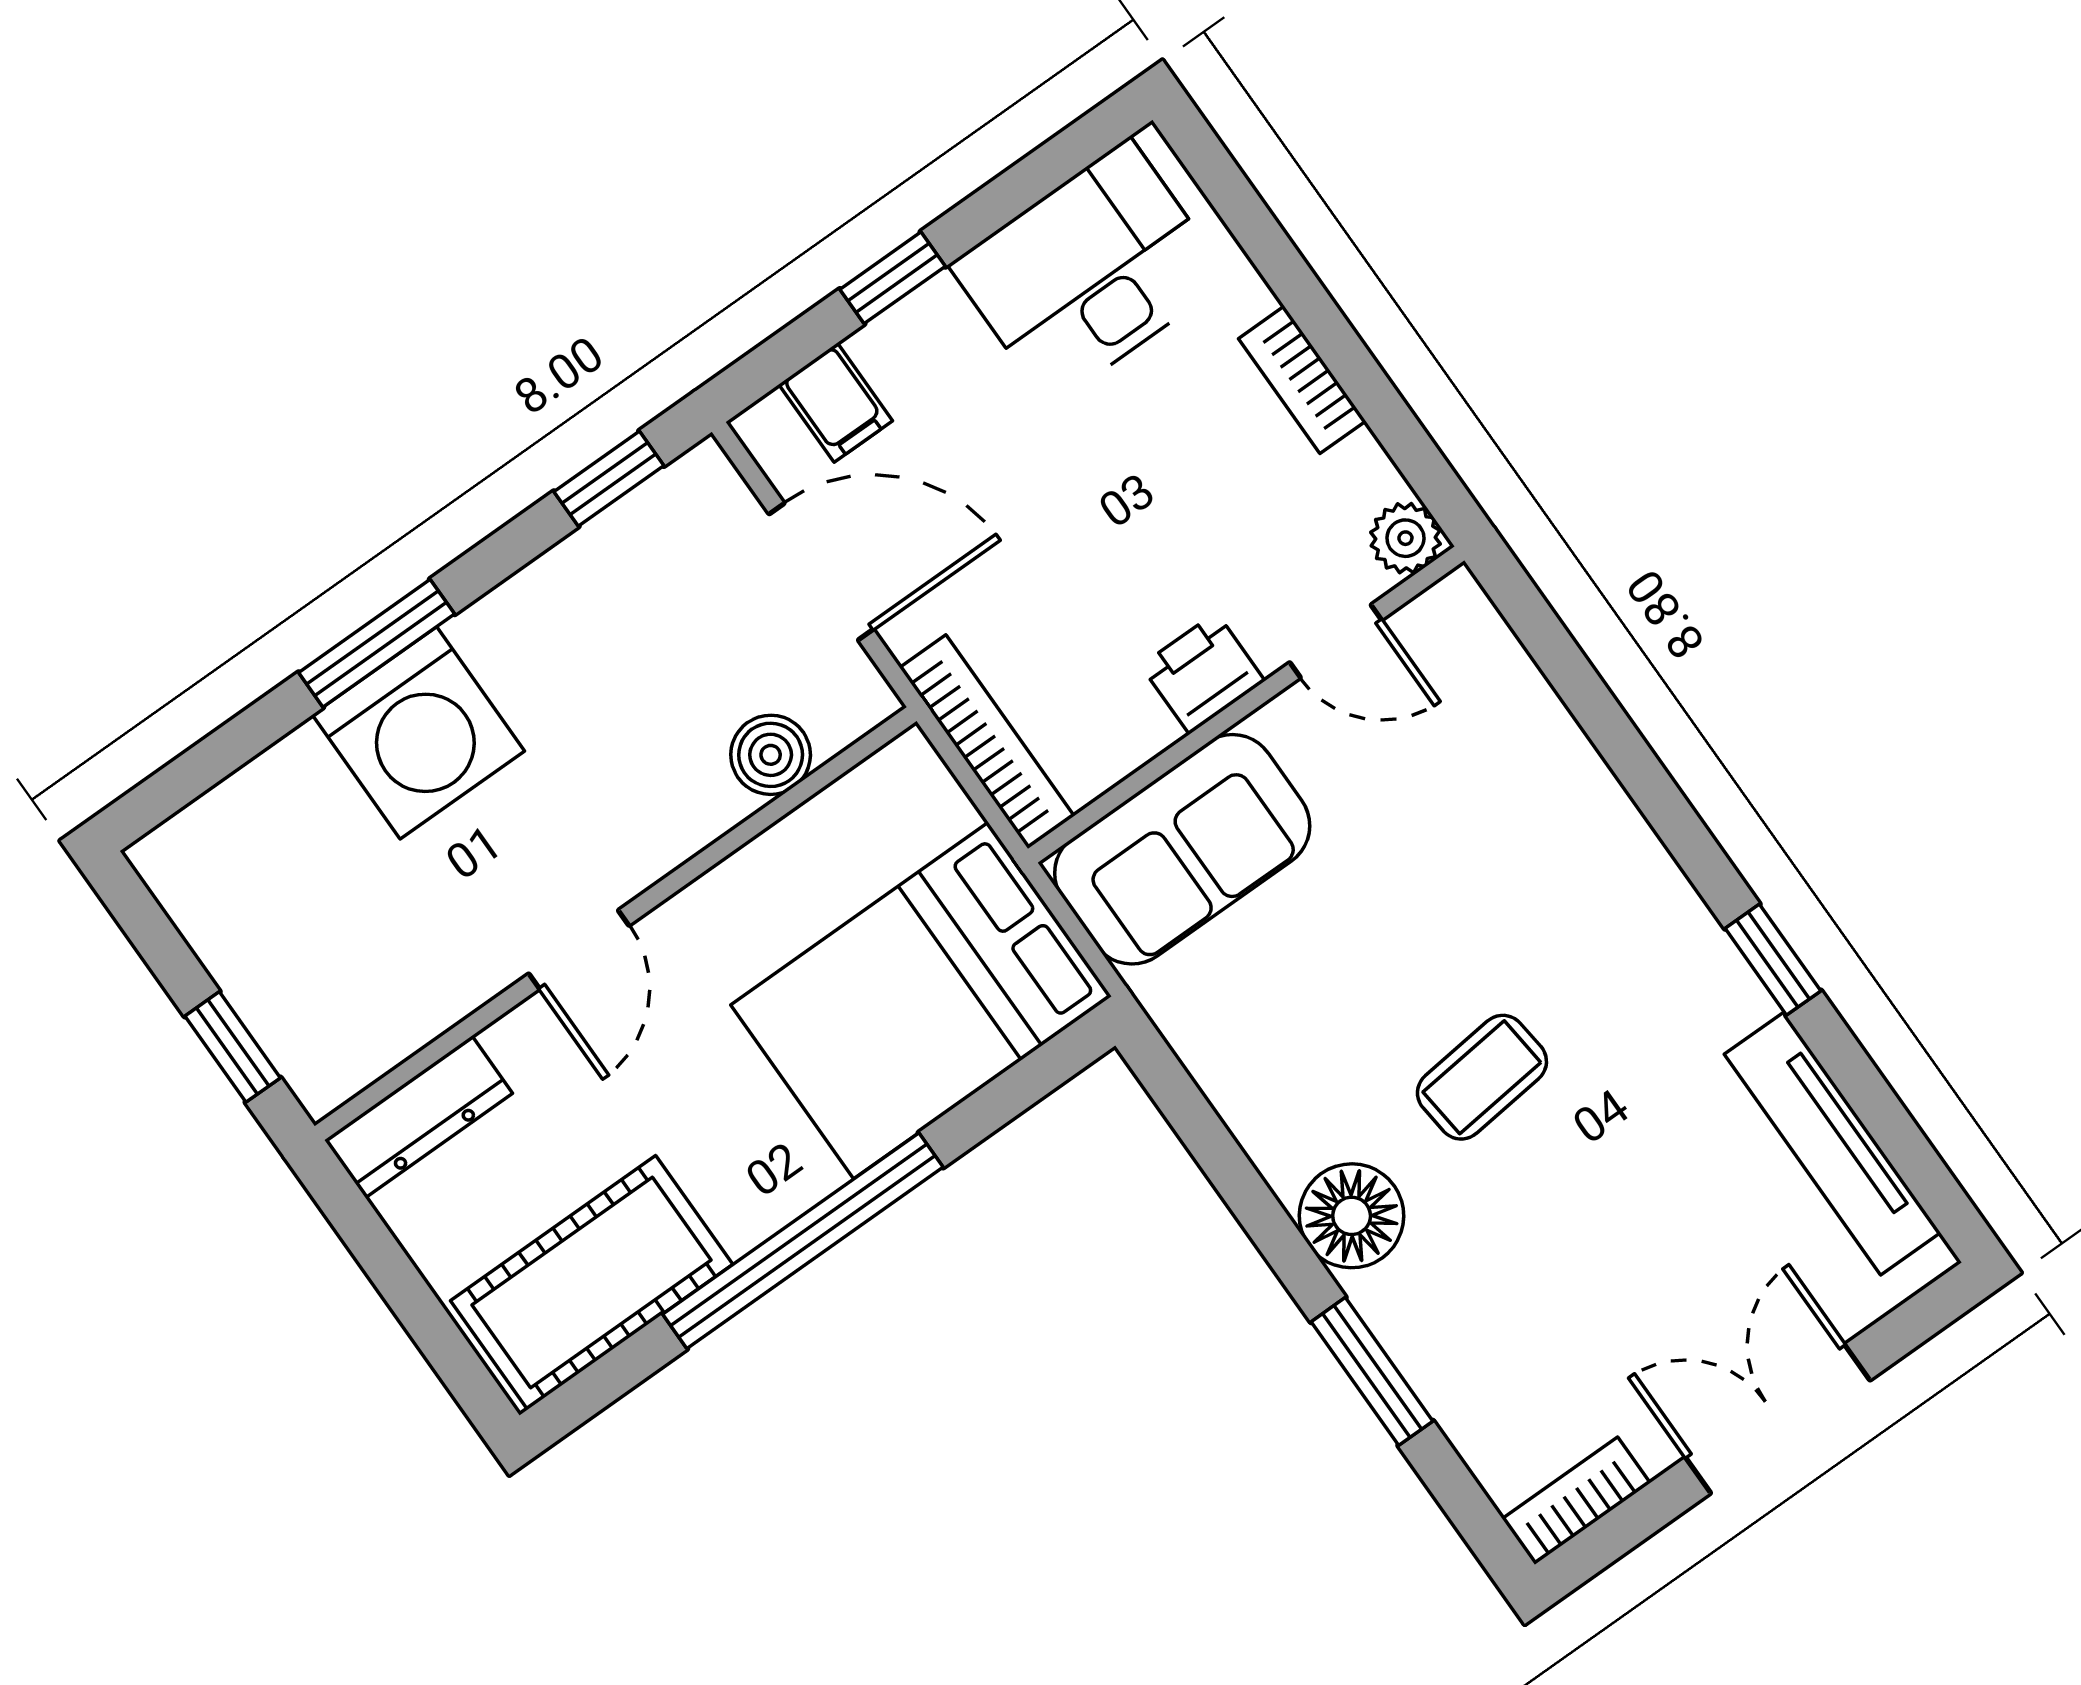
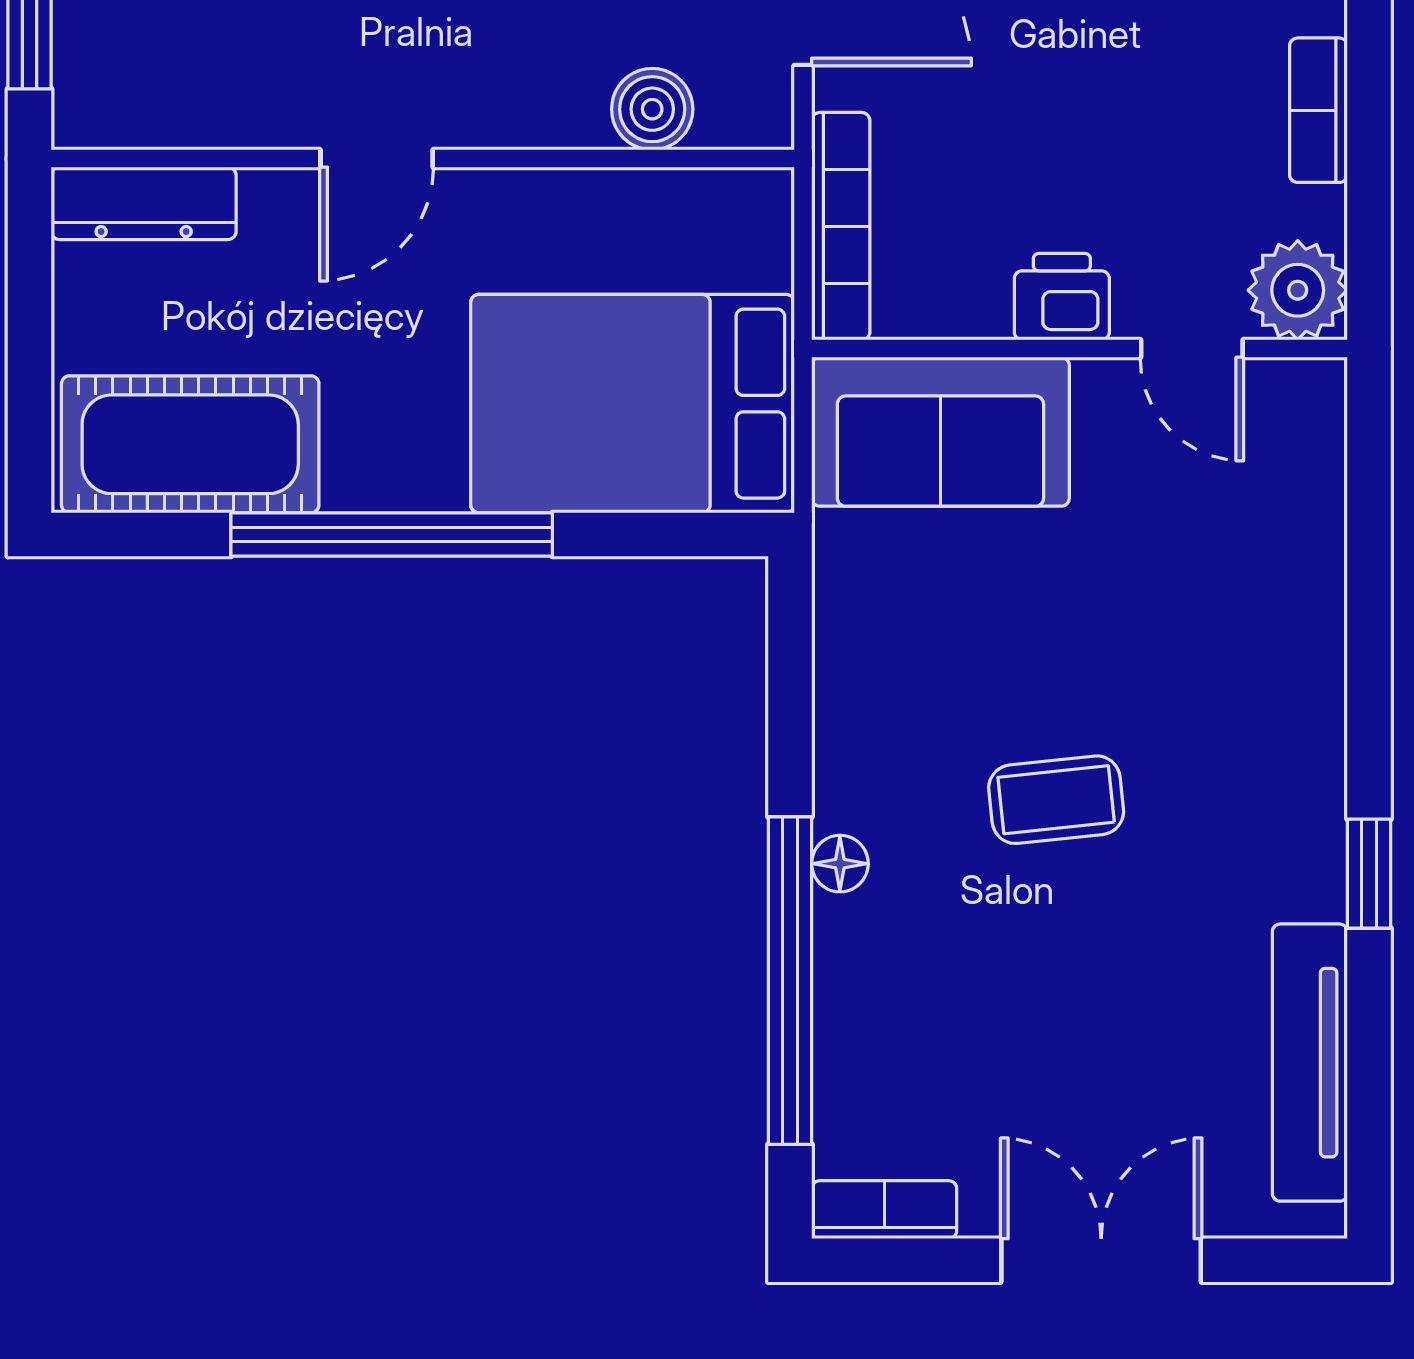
plant: (1405, 538) -> (1298, 290), width x1.38, depth x1.38
floor lamp: (1352, 1216) -> (840, 864), width x0.53, depth x0.53
window: (1372, 1371) -> (790, 981), width x2.11

